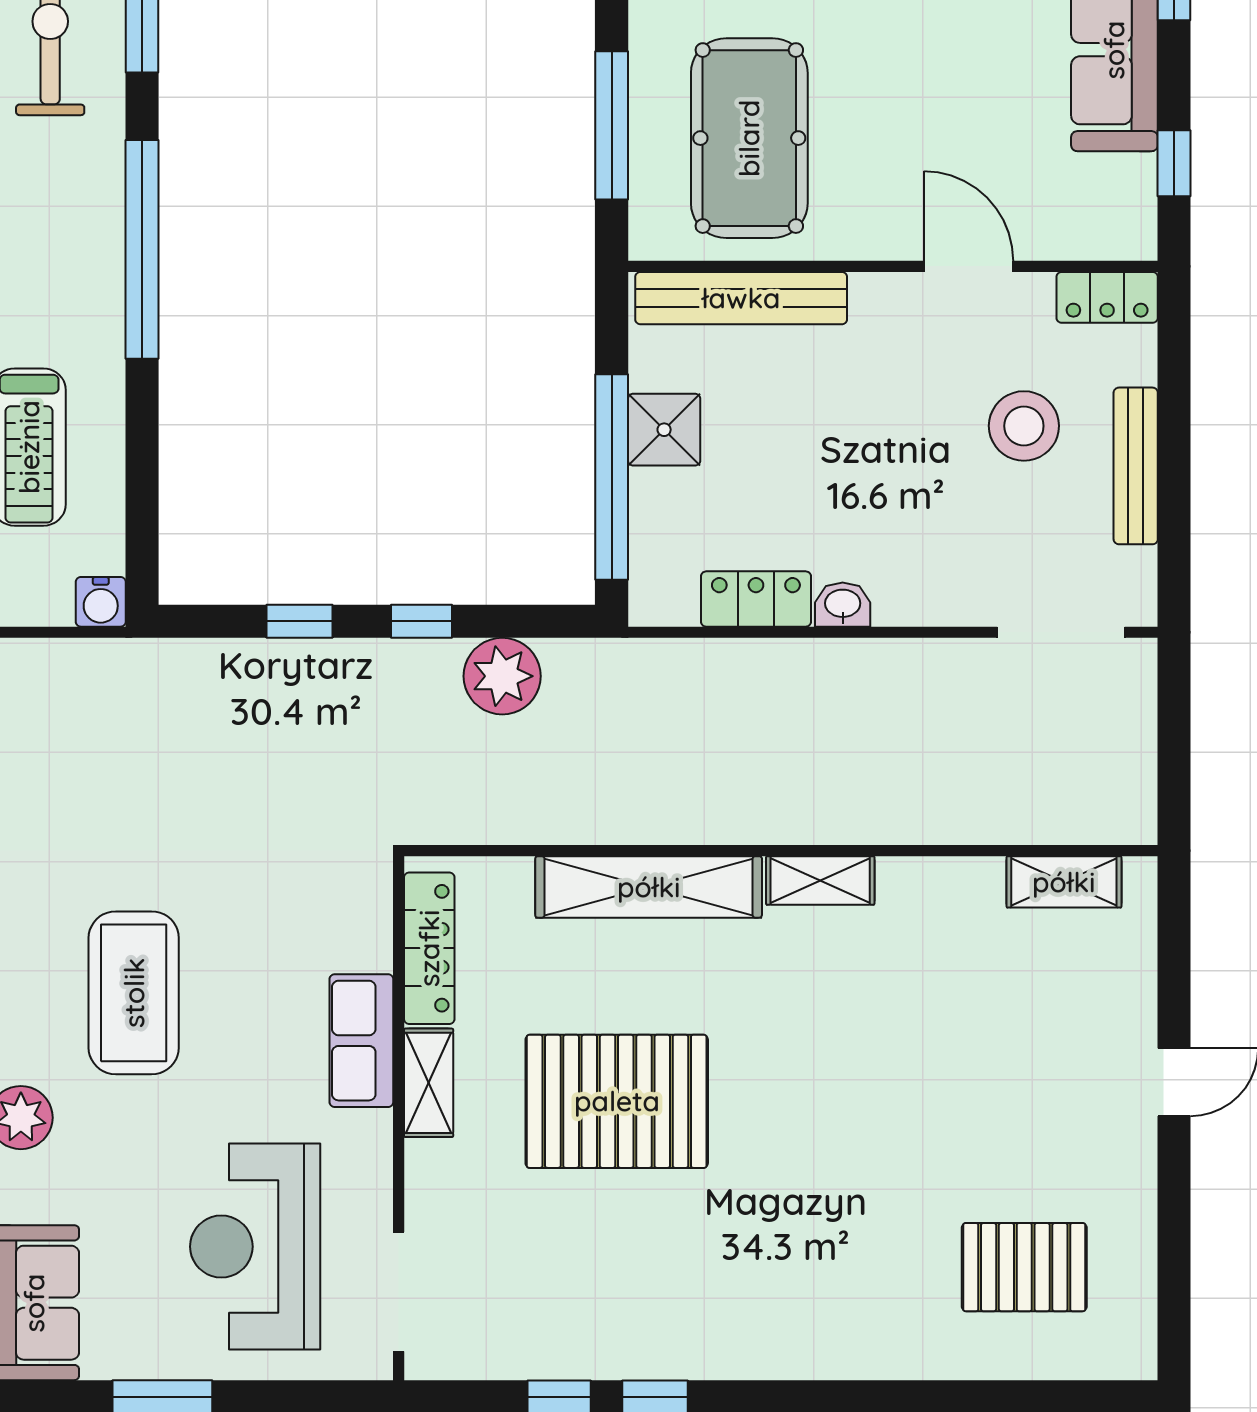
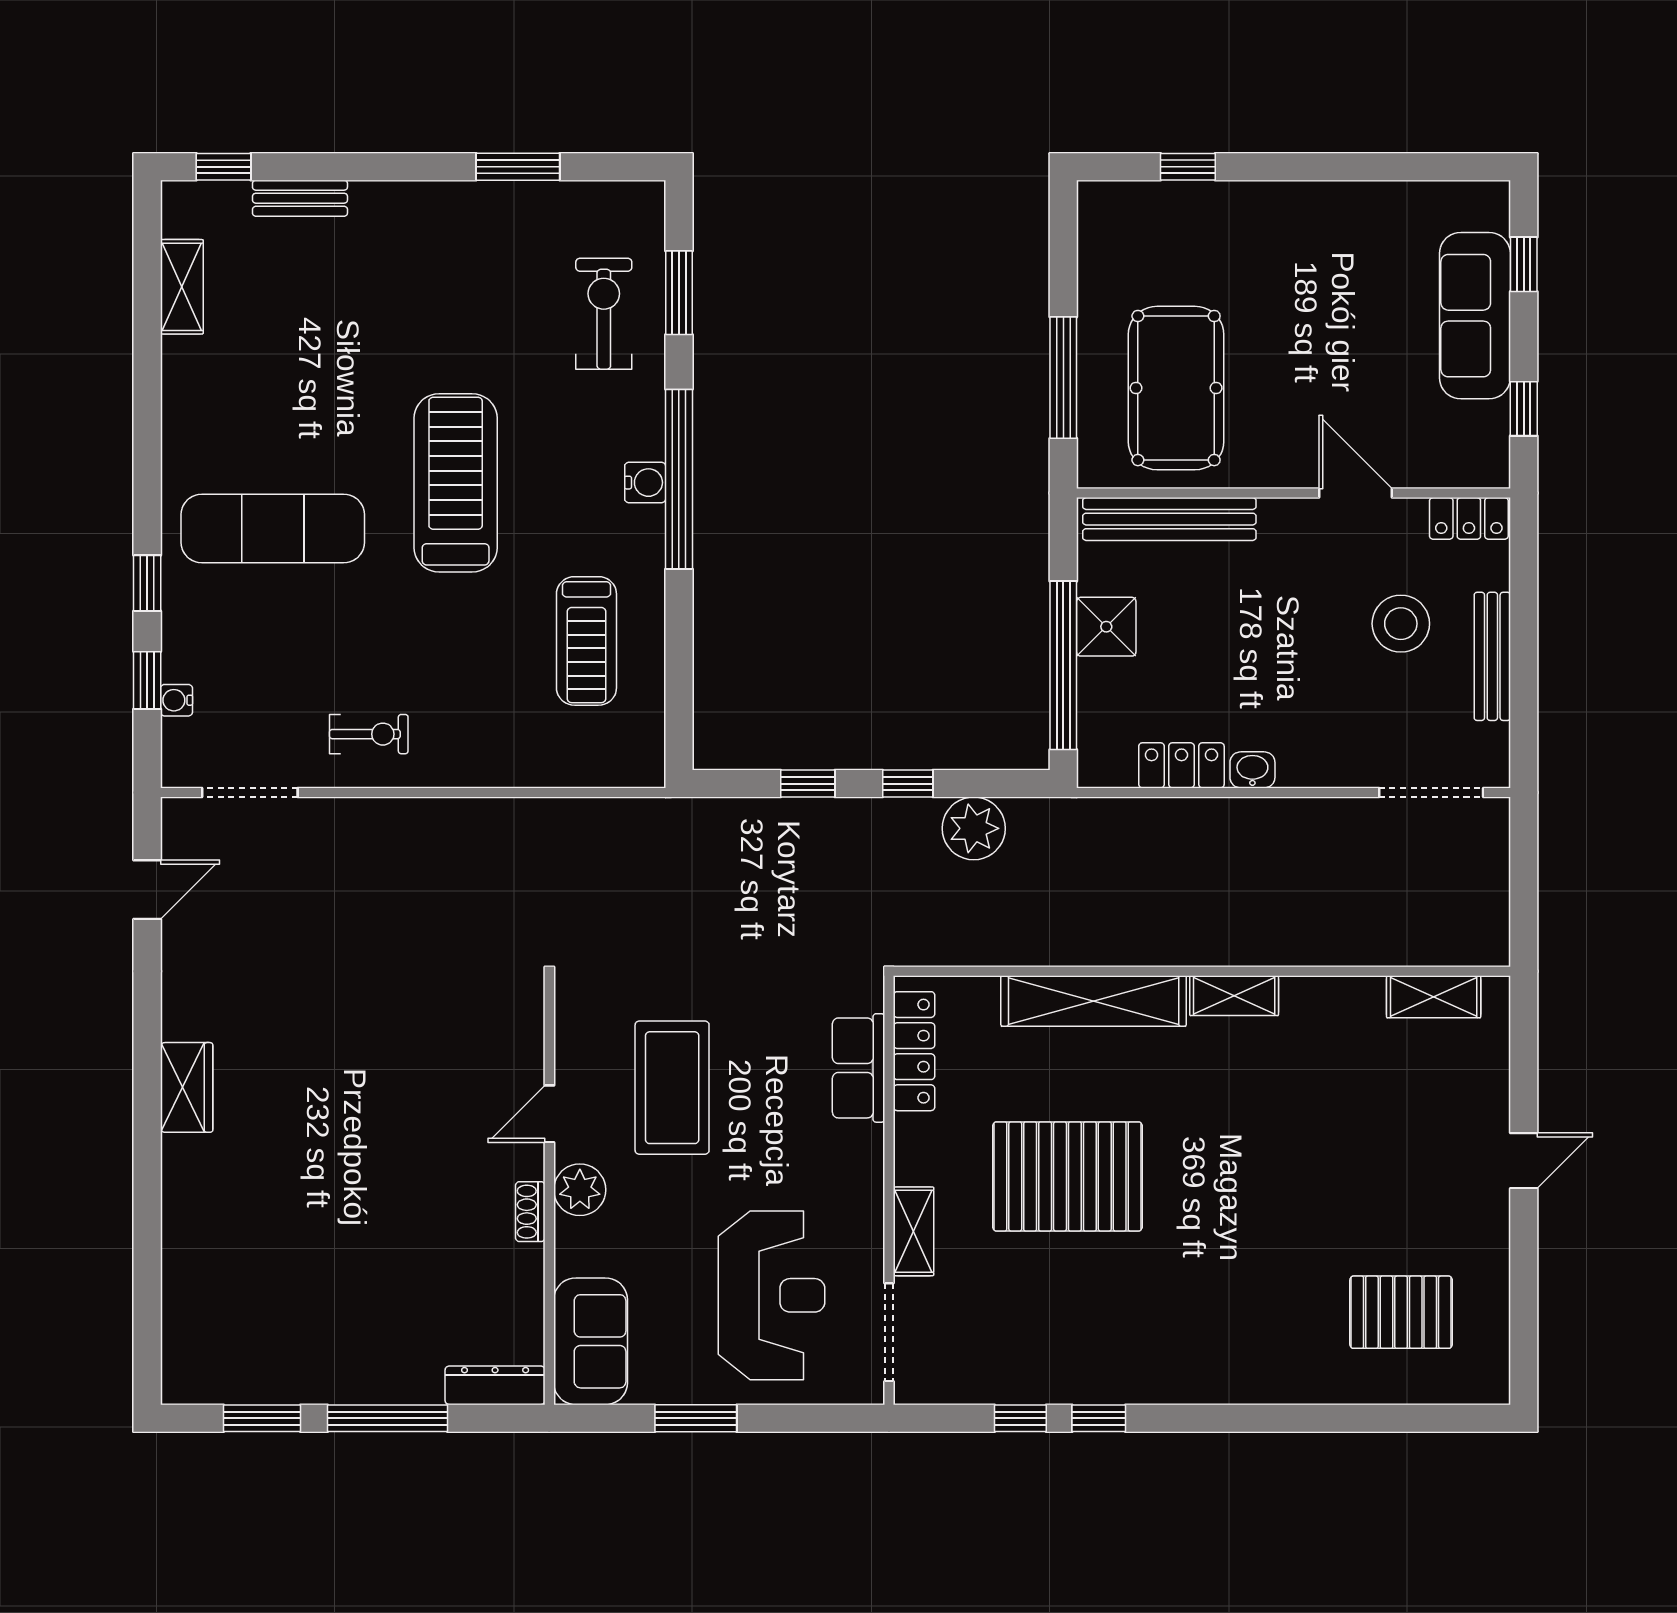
water cooler: (101, 602) -> (645, 483), moved, turned -90
row of seats: (361, 1041) -> (859, 1068), moved
shelving: (429, 1083) -> (914, 1231), moved
reception desk: (255, 1247) -> (772, 1295), turned 180

